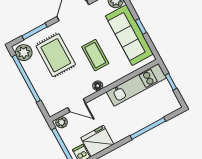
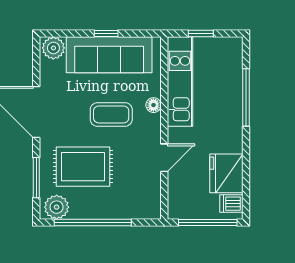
floor lamp: (98, 86) -> (153, 105), moved
door: (77, 105) -> (164, 158), moved
plant: (62, 122) -> (176, 207), removed

